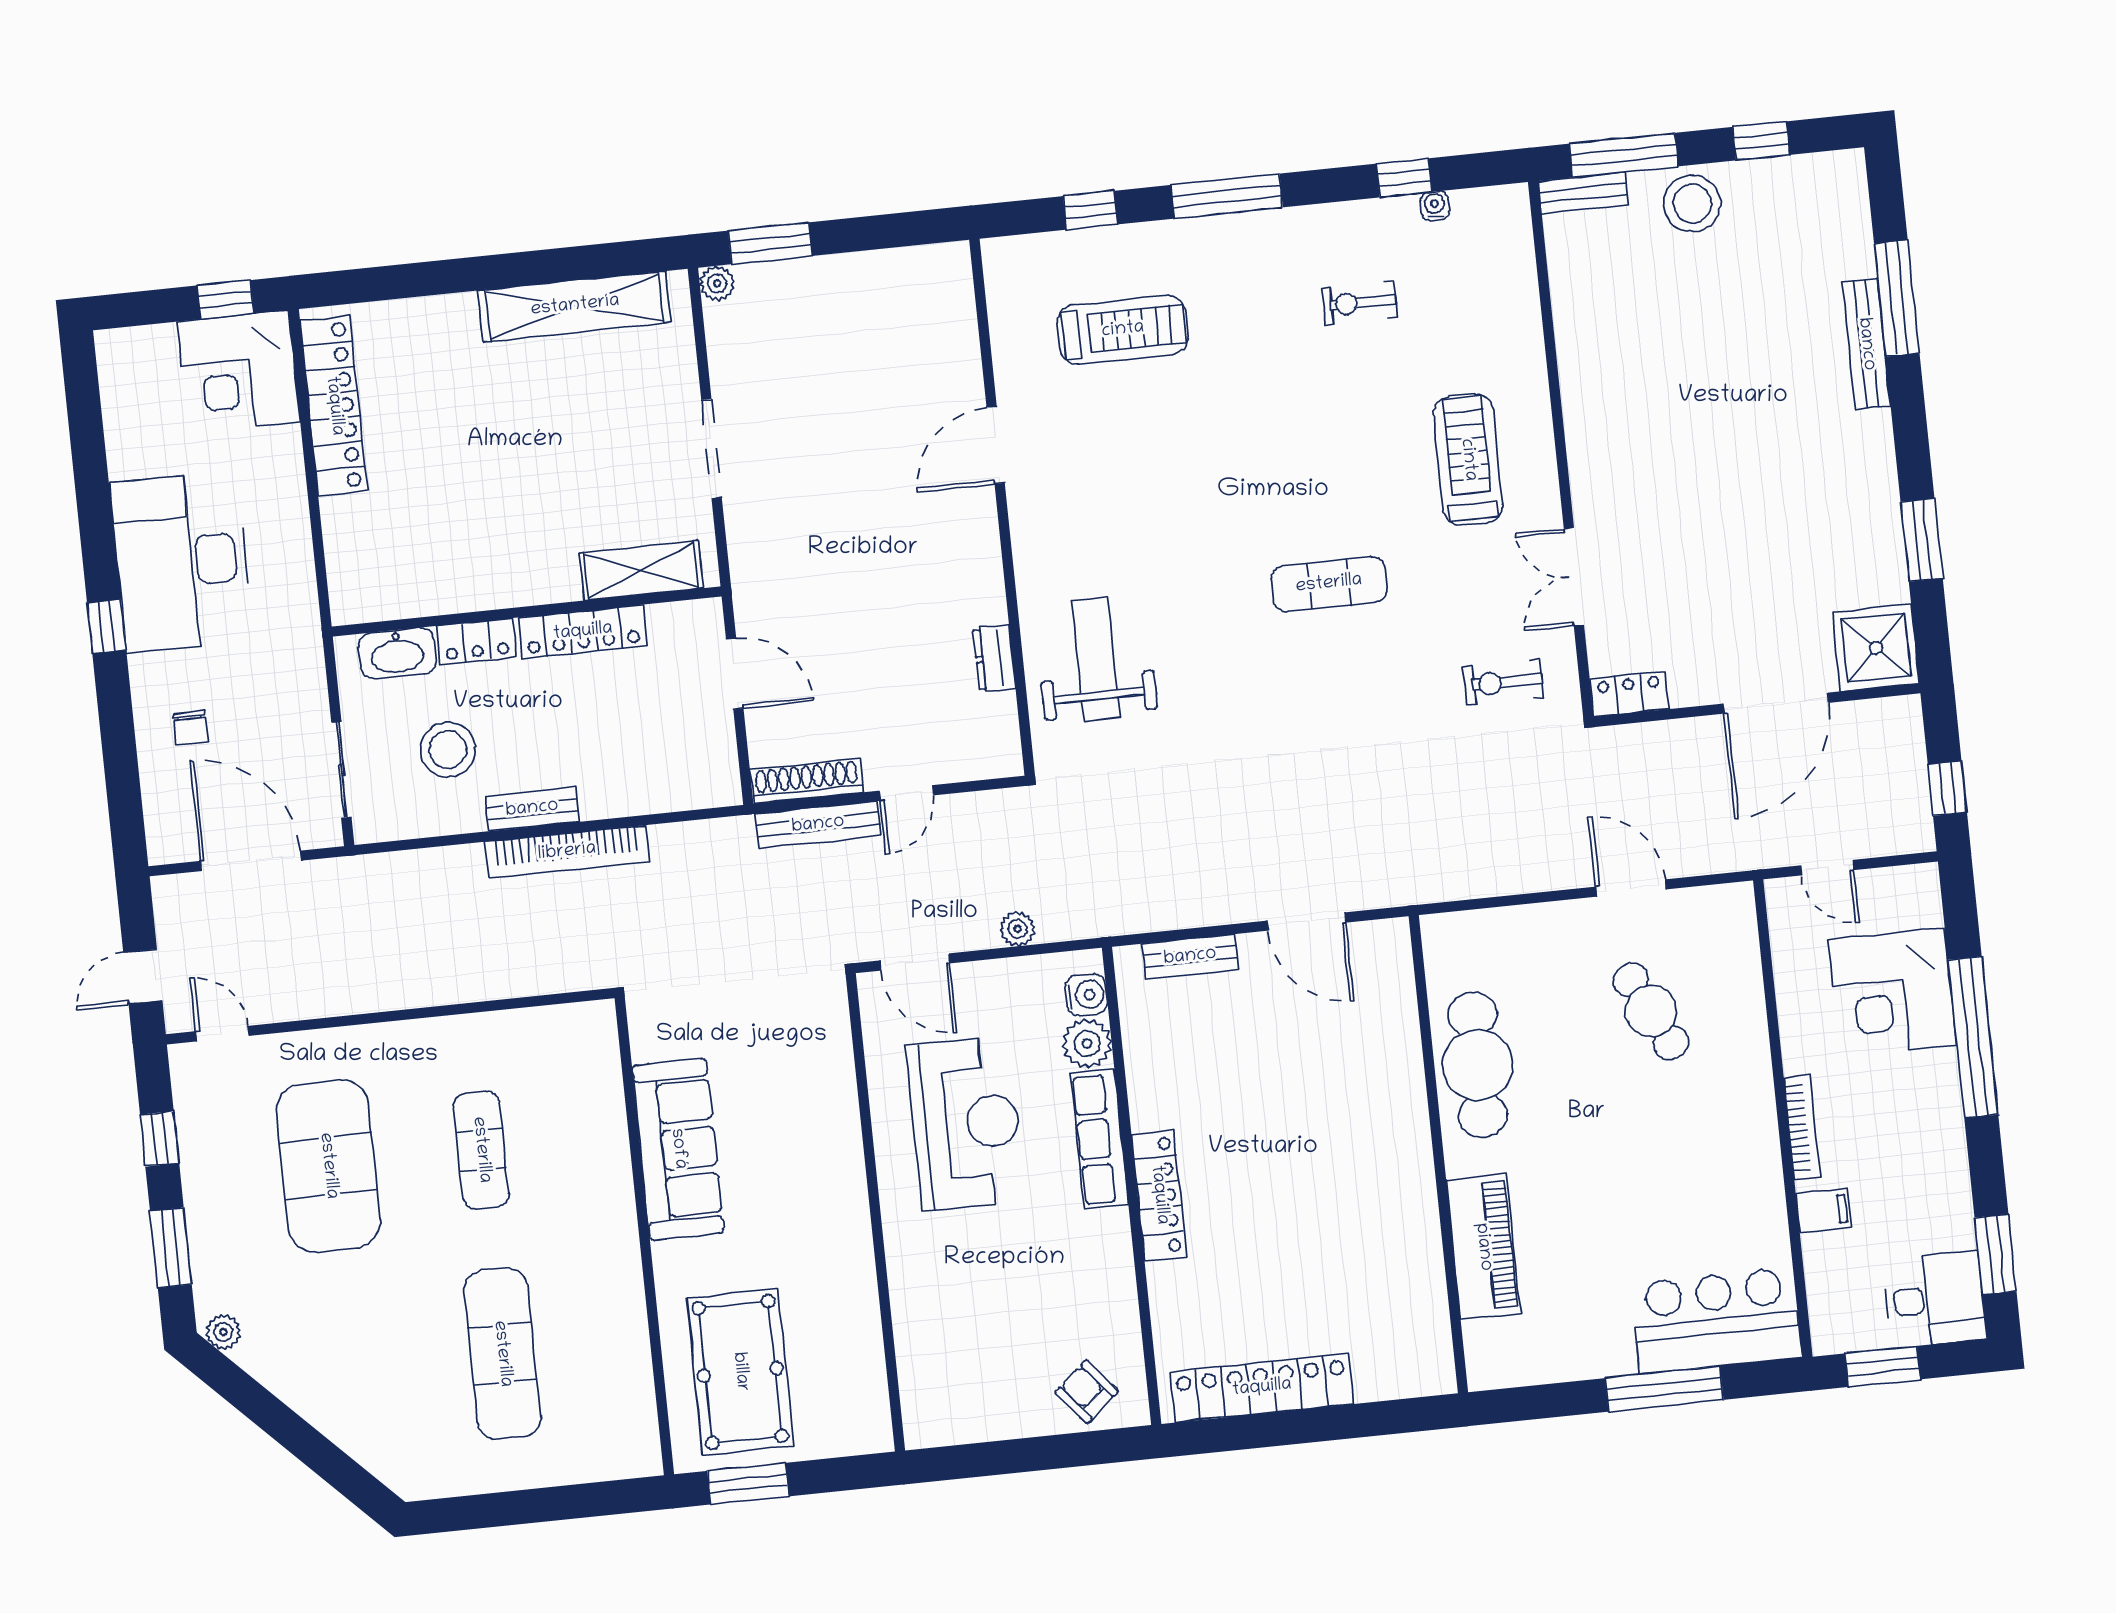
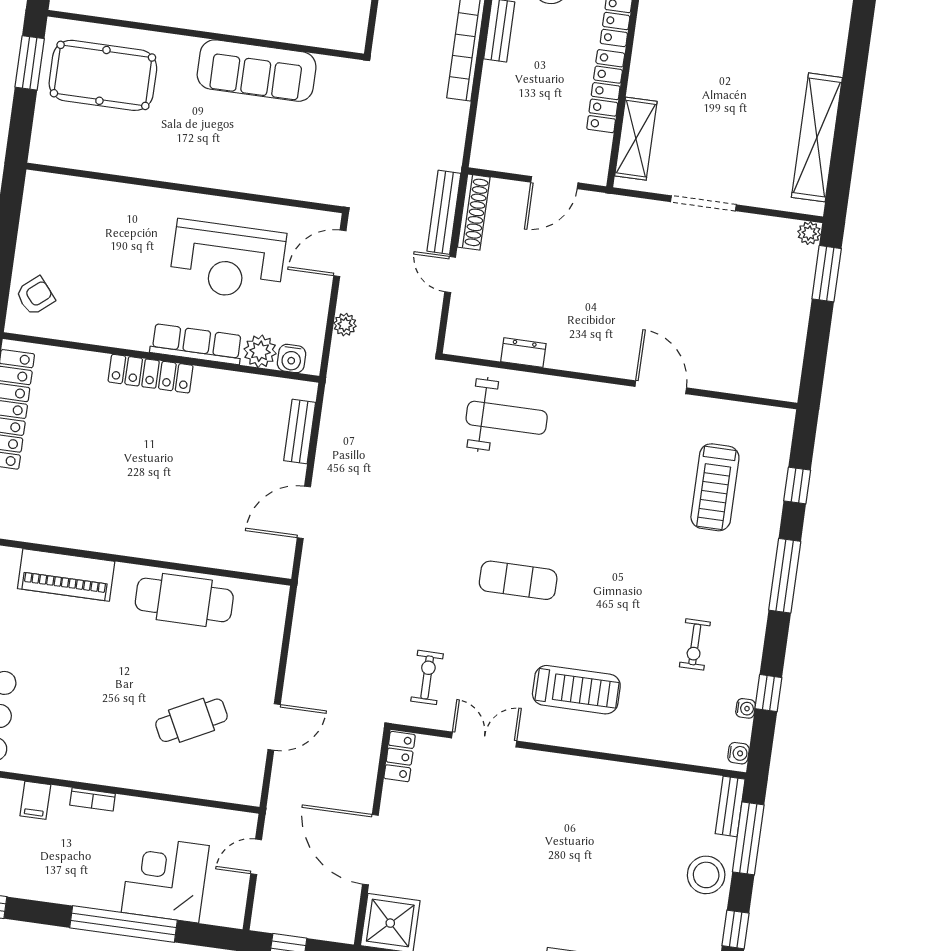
water cooler: (1503, 200) -> (738, 753), added
exercise bike: (1359, 303) -> (695, 644), turned 180
exercise mat: (1329, 584) -> (518, 580), turned 90
bookcase: (1802, 1127) -> (93, 799), width x0.64

